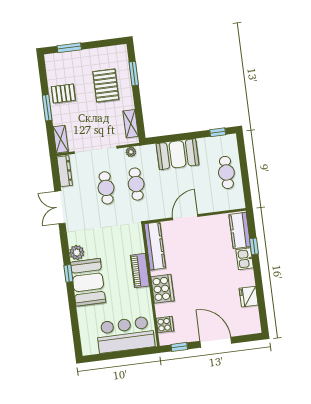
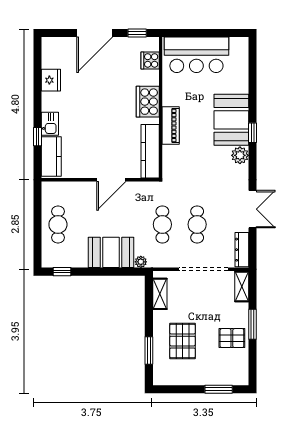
plant: (131, 152) -> (141, 262), moved
door: (216, 342) -> (95, 33), hinge flipped

